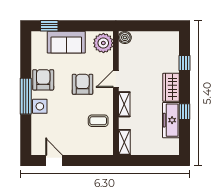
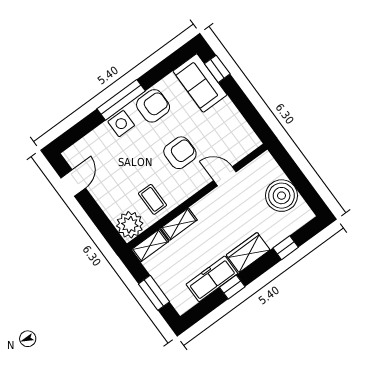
boiler: (125, 37) -> (282, 196), moved, width x1.86, depth x1.86
sofa: (66, 42) -> (200, 83), moved
plant: (103, 43) -> (130, 225), moved
door: (116, 79) -> (225, 176), moved
shelving: (124, 104) -> (179, 224), moved
window: (154, 160) -> (154, 293), added

